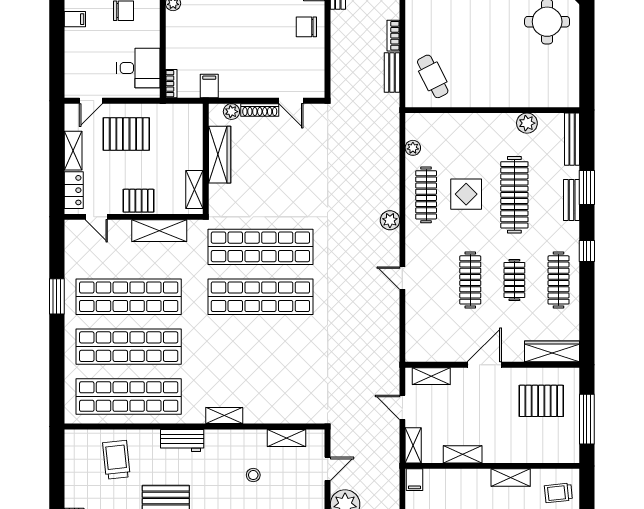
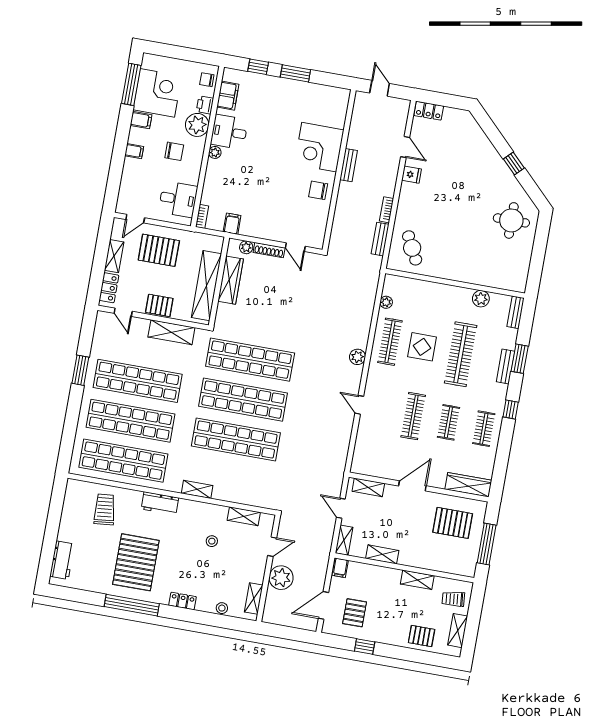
bench: (572, 139) -> (516, 312), width x0.73
shelving: (194, 189) -> (206, 286), width x2.20, depth x1.33
clothes rail: (559, 280) -> (484, 429), width x0.73
shop shelf: (260, 347) -> (236, 439), added

